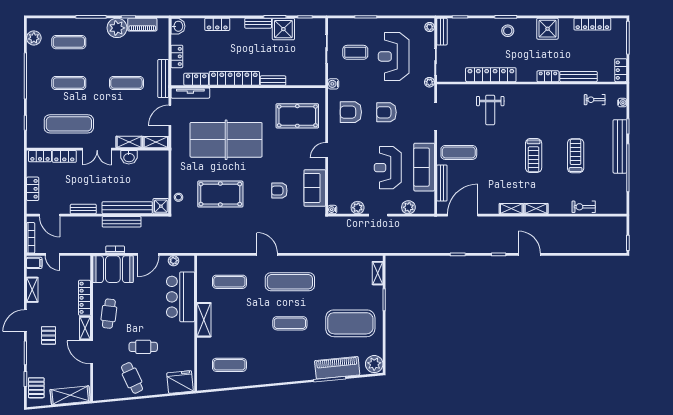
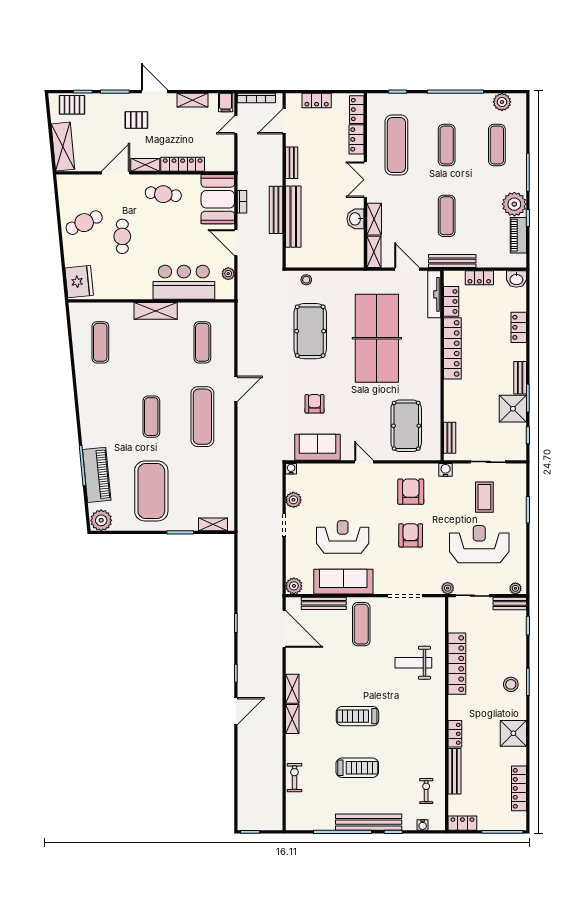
bench: (273, 81) -> (450, 438), moved
shower: (161, 206) -> (295, 258), removed
plant: (408, 207) -> (294, 586), moved

